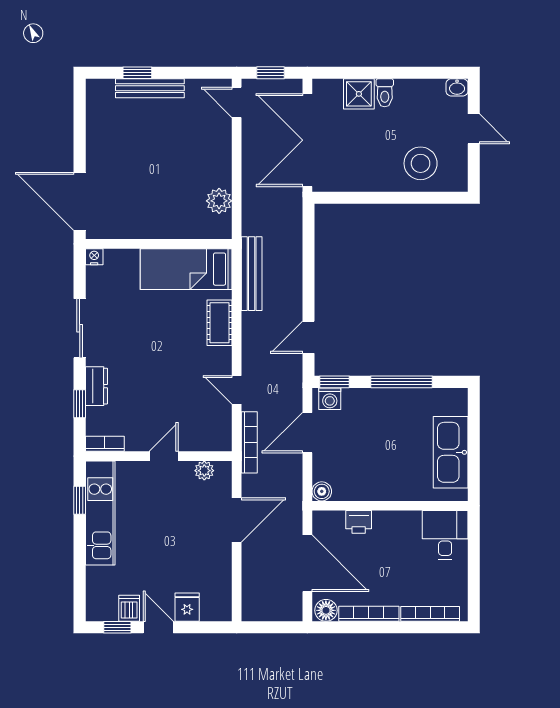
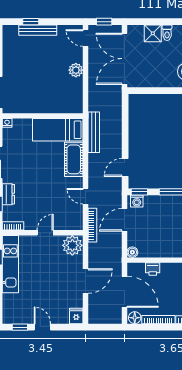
plant: (219, 201) -> (76, 70), moved
cot: (219, 323) -> (74, 159), width x1.37, depth x1.34
plant: (204, 471) -> (72, 245), width x1.88, depth x1.88
door: (237, 520) -> (85, 281), moved
fridge: (187, 607) -> (76, 316), moved
dishwasher: (129, 608) -> (26, 317), removed

